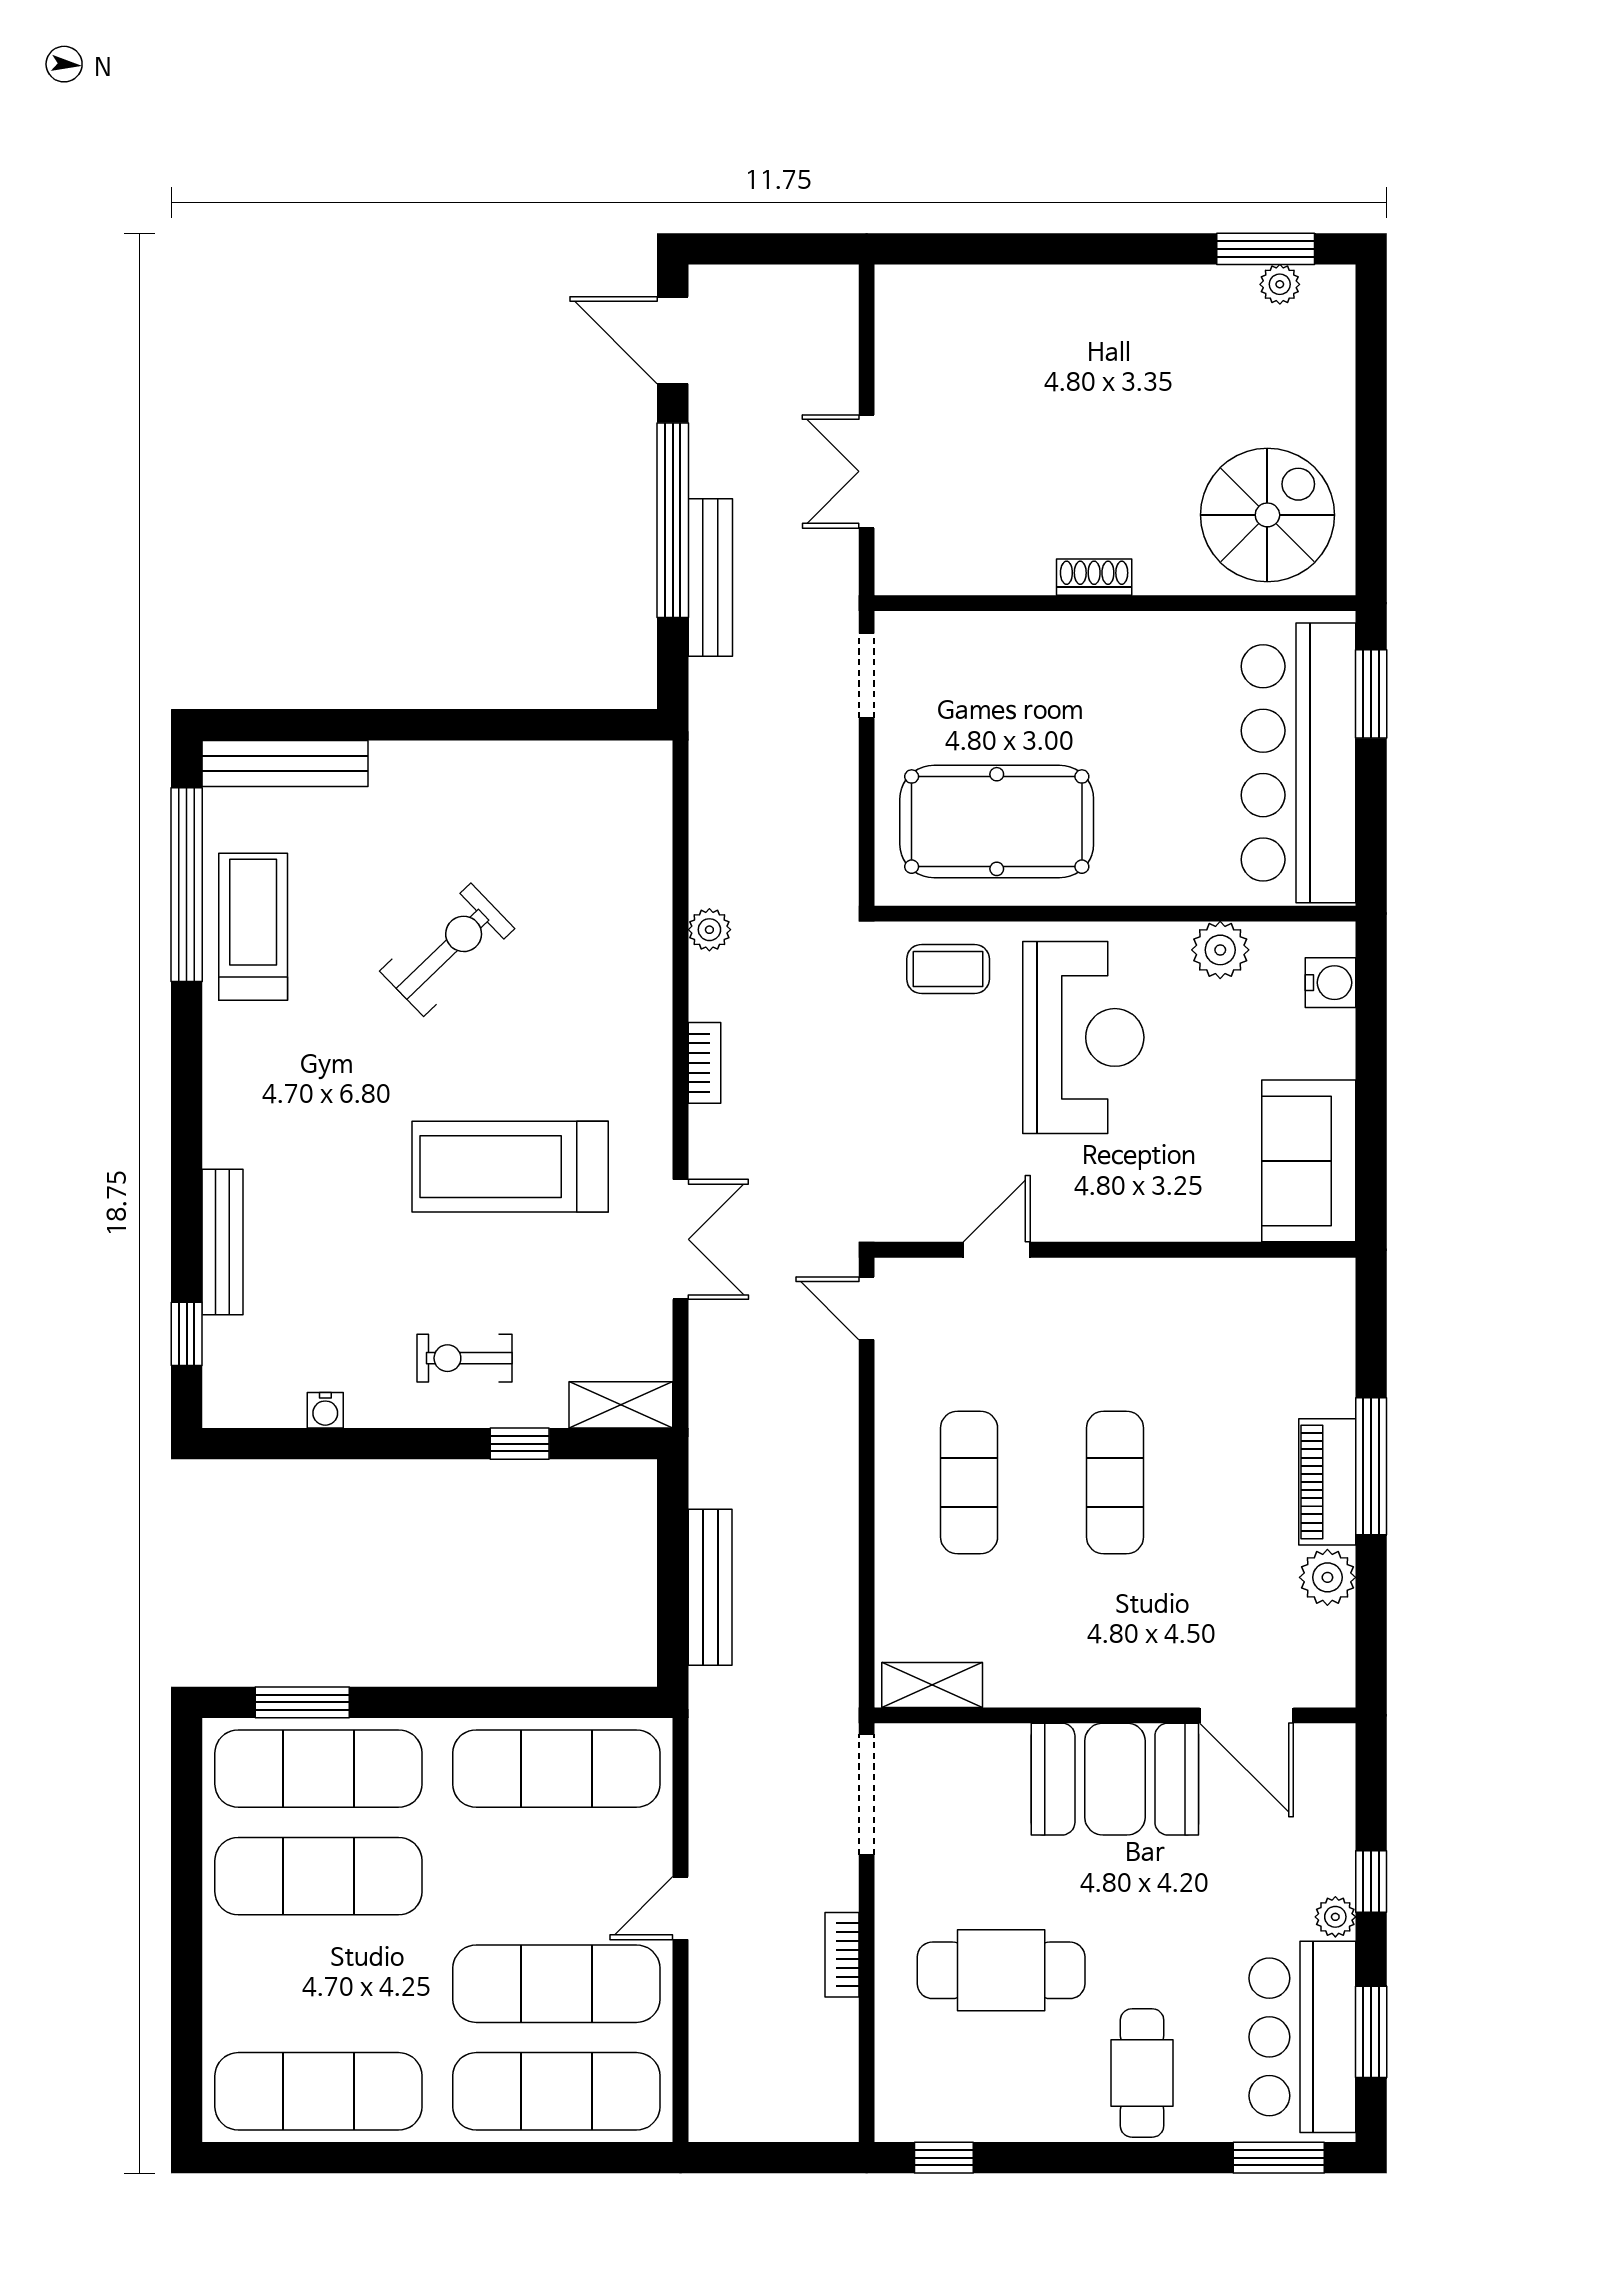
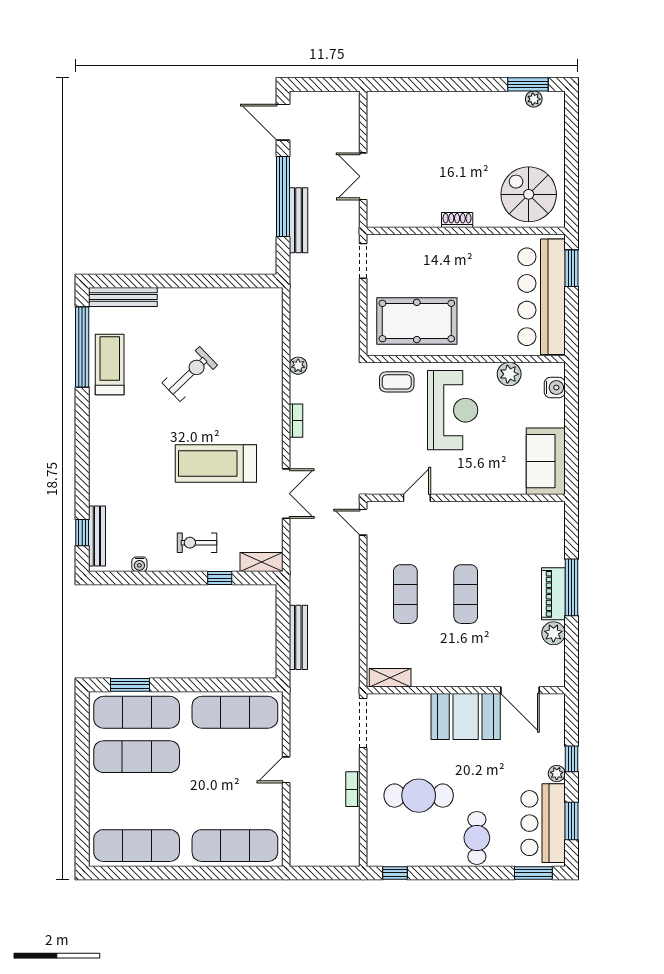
spiral stairs: (1267, 515) -> (529, 194), turned -90
bench: (222, 1242) -> (97, 536), moved
exercise mat: (556, 1984) -> (235, 801), removed

